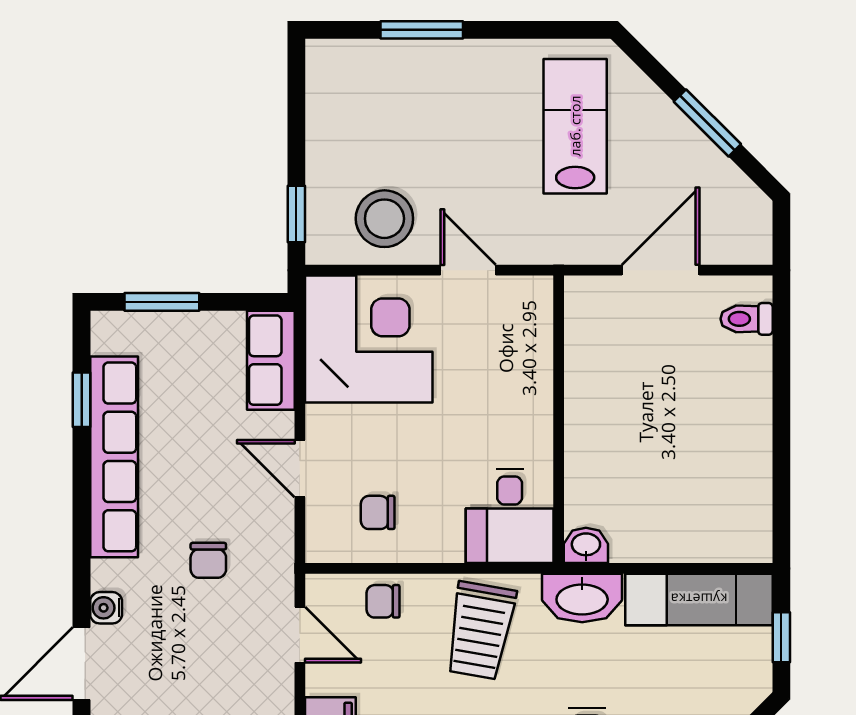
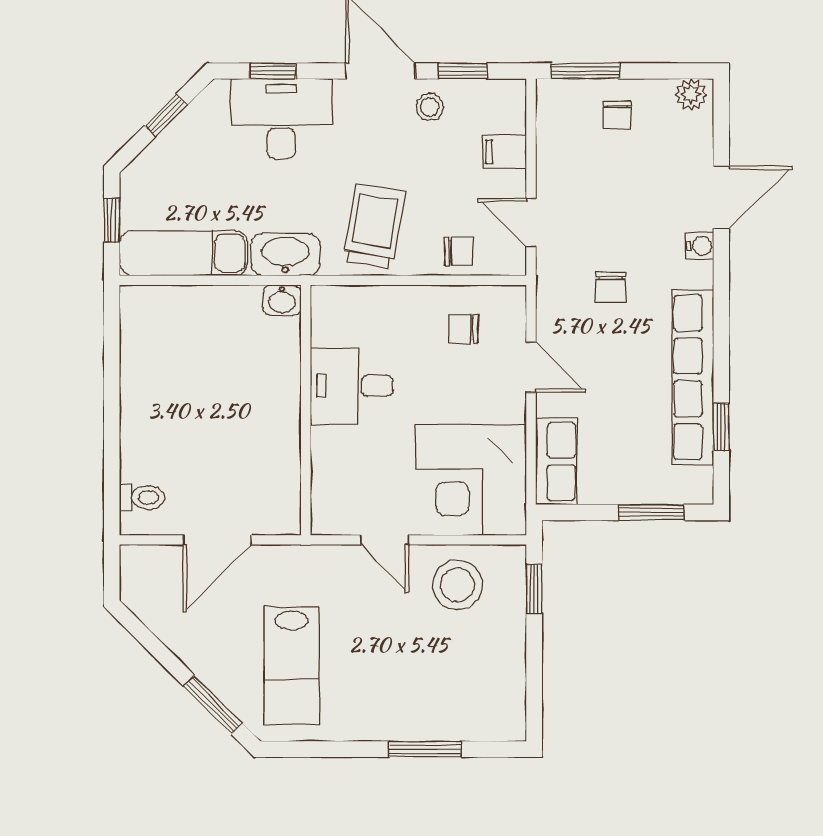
window: (707, 123) -> (213, 705), moved
chair: (378, 512) -> (463, 329), turned 180
desk: (510, 516) -> (351, 386), moved, turned -90
chair: (208, 560) -> (611, 287), turned 180

